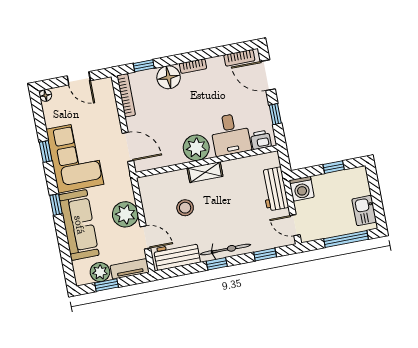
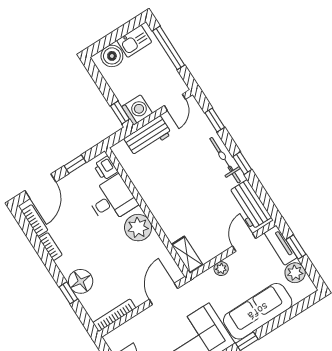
window: (144, 66) -> (68, 293), moved
bookcase: (193, 66) -> (50, 247), moved
window: (334, 167) -> (120, 112), moved
shelving: (205, 172) -> (187, 255), moved
boiler: (359, 185) -> (112, 56), added
stool: (185, 208) -> (200, 215), removed
plant: (125, 214) -> (221, 269), width x0.53, depth x0.53
window: (107, 285) -> (296, 247), moved

